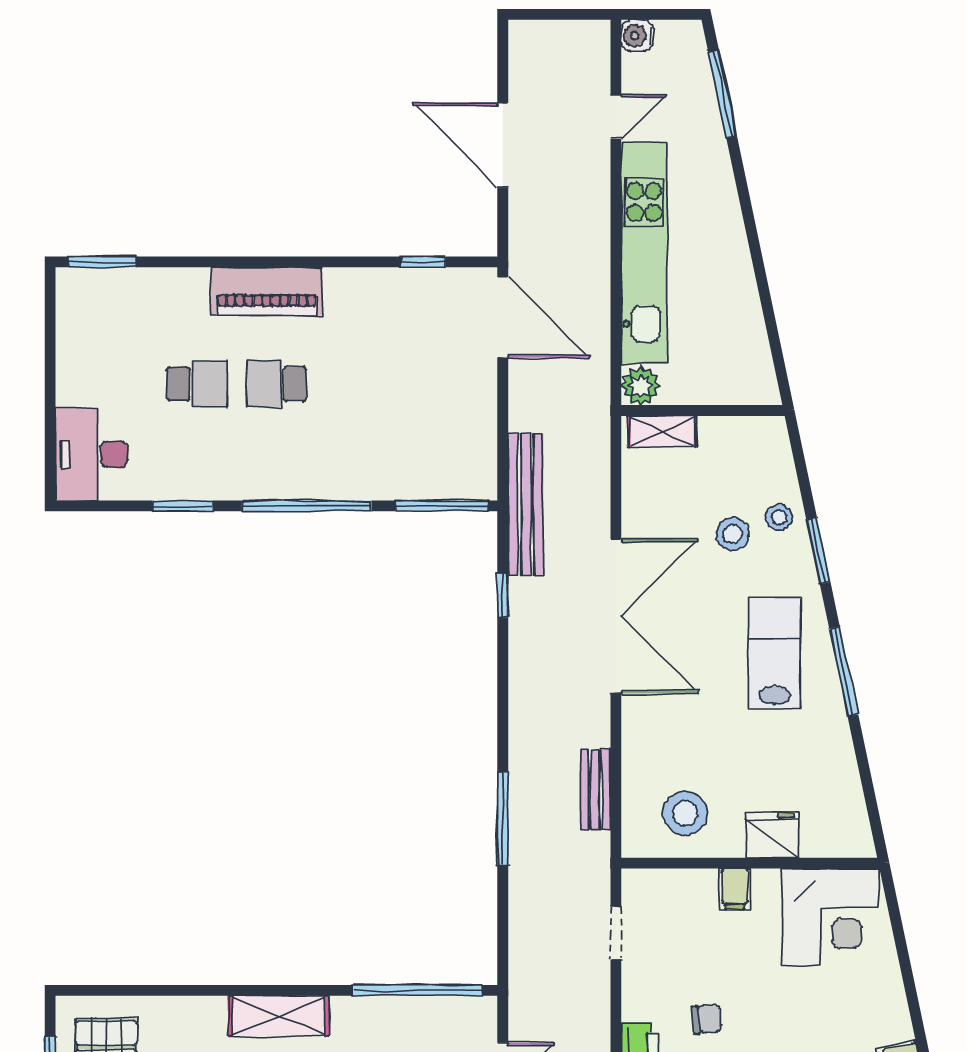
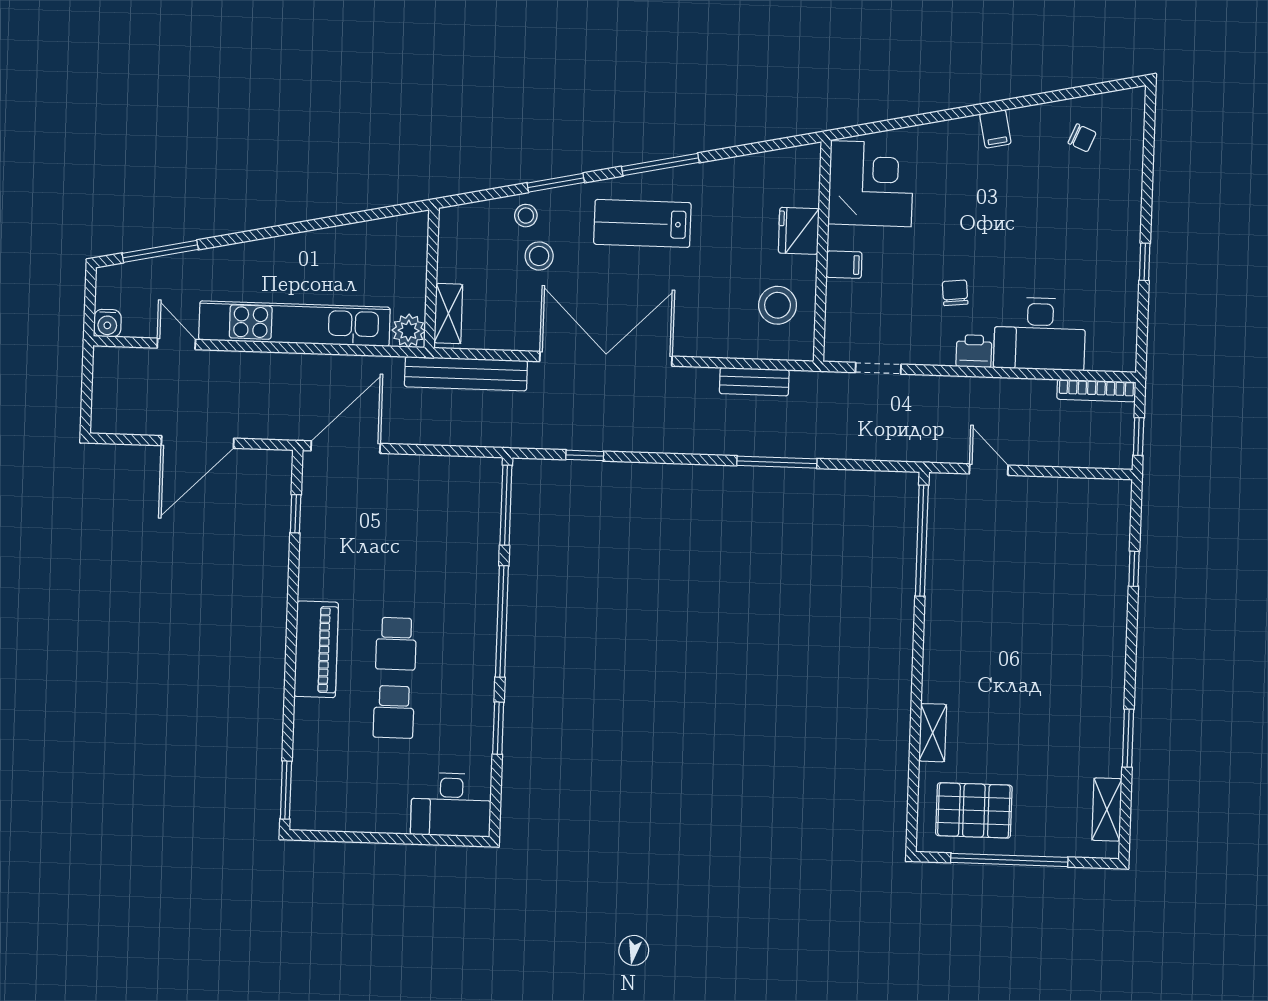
school desk: (197, 384) -> (394, 712), turned 180
bench: (526, 505) -> (466, 374), moved
shelving: (279, 1016) -> (933, 733), moved, width x0.67, depth x0.75

